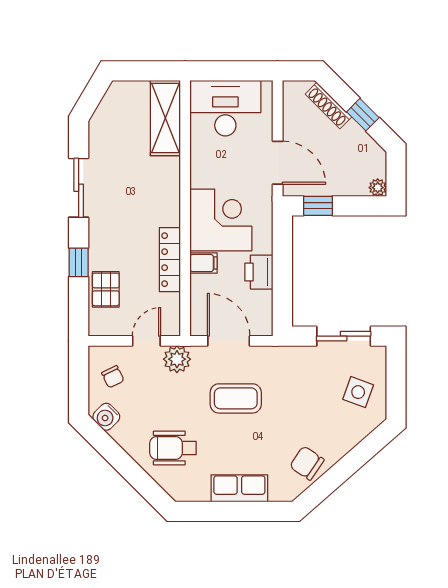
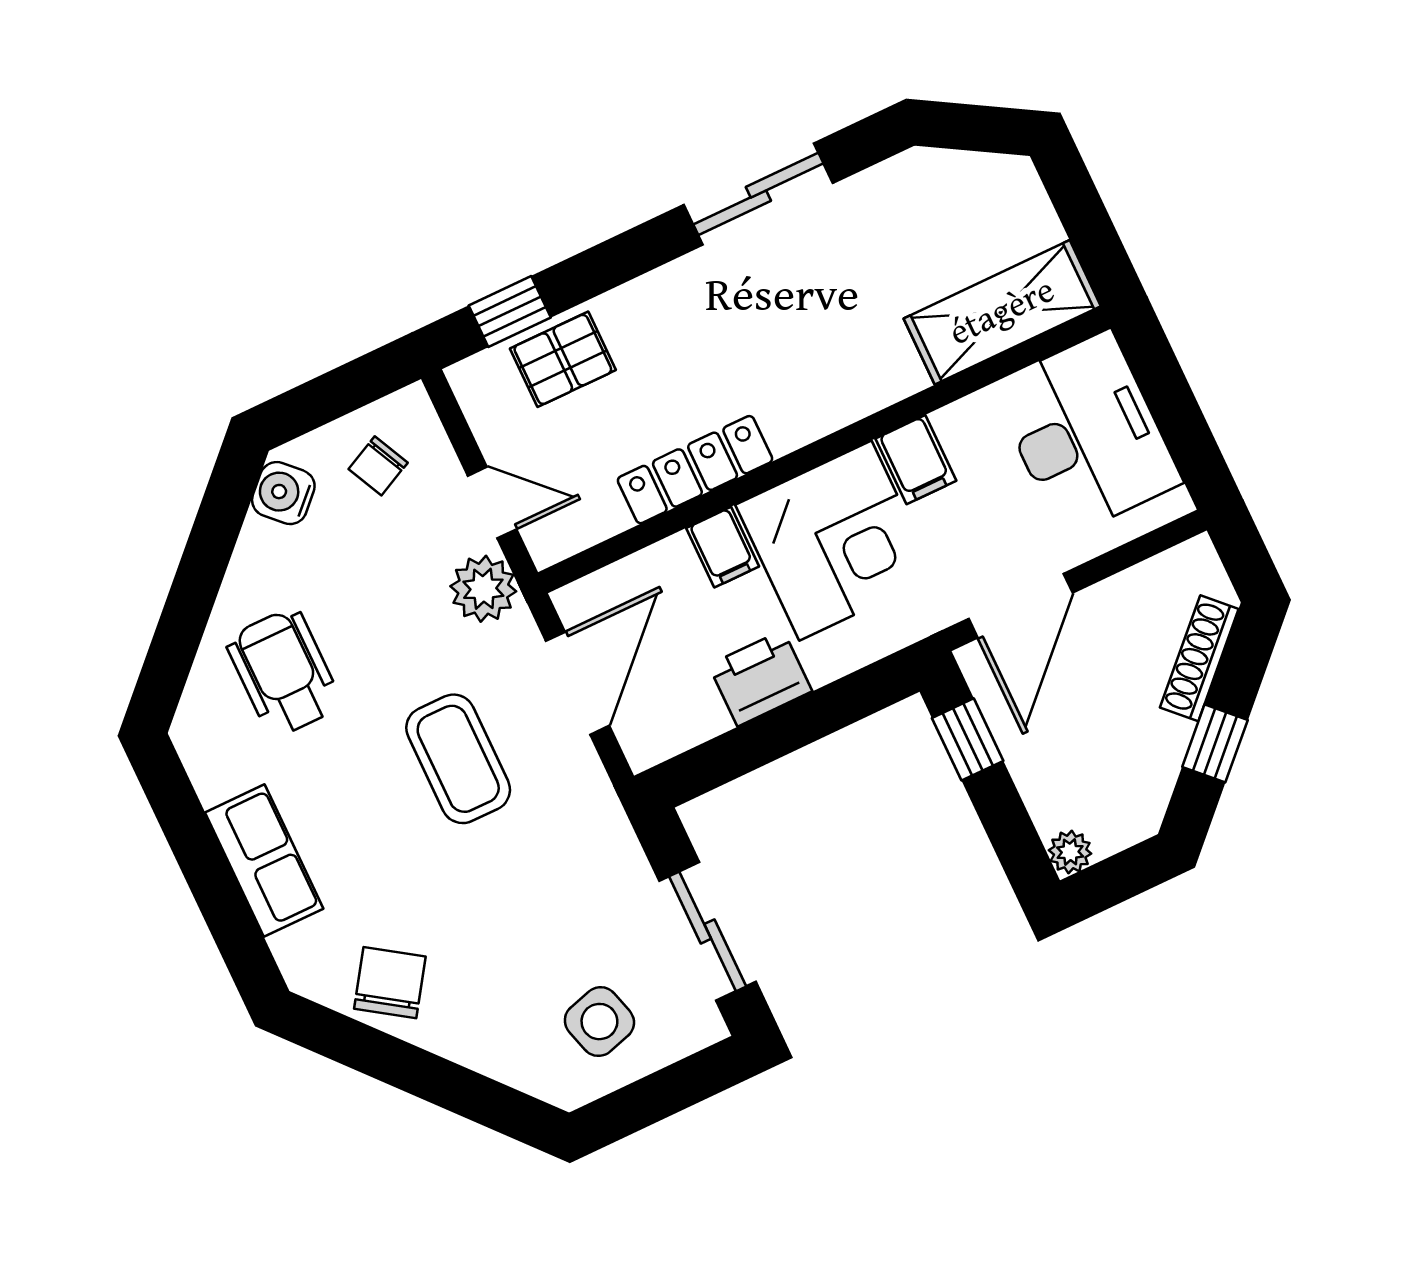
filing cabinet: (205, 176) -> (916, 460), added
window: (79, 262) -> (510, 311), moved
side table: (358, 392) -> (599, 1022), turned -36

